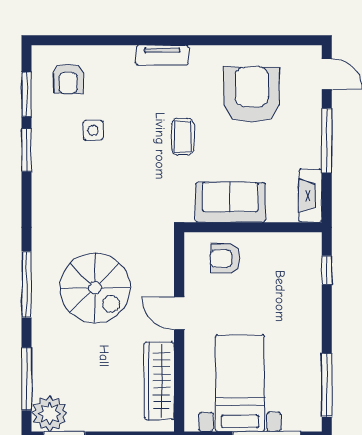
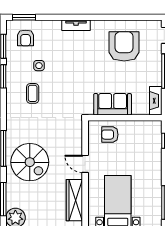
window: (65, 40) -> (24, 17), added
coffee table: (183, 137) -> (33, 93), moved
spiral stairs: (95, 288) -> (30, 162), moved

